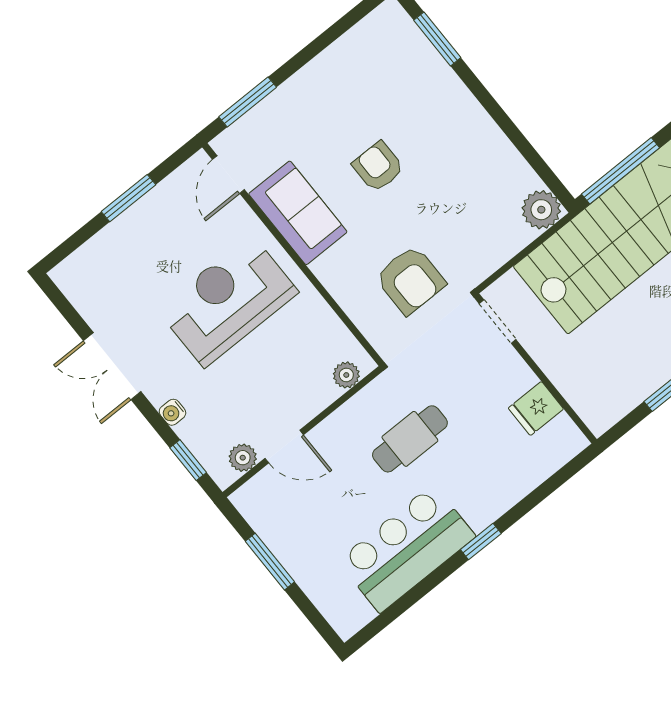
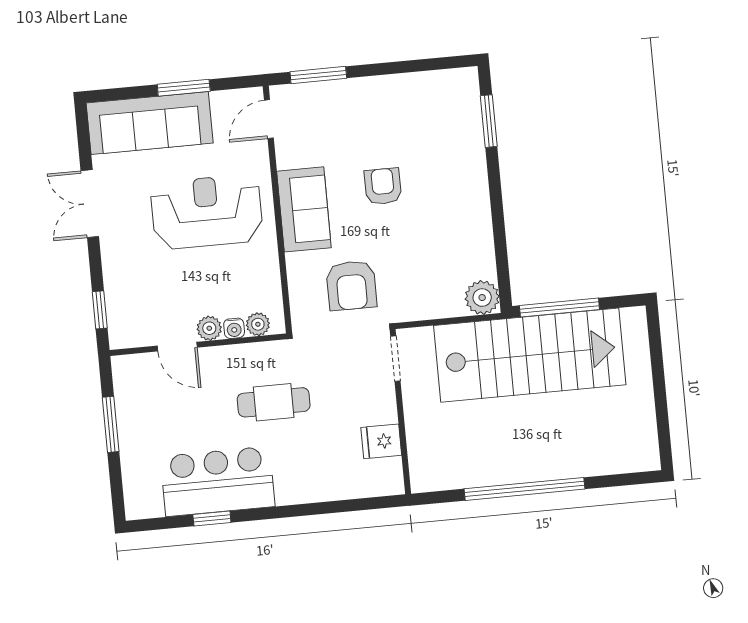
sofa: (298, 213) -> (304, 209), moved
sofa: (118, 253) -> (150, 123), added
water cooler: (172, 412) -> (234, 328), moved, turned -90
plant: (243, 458) -> (209, 328), moved
window: (481, 541) -> (212, 519), moved

